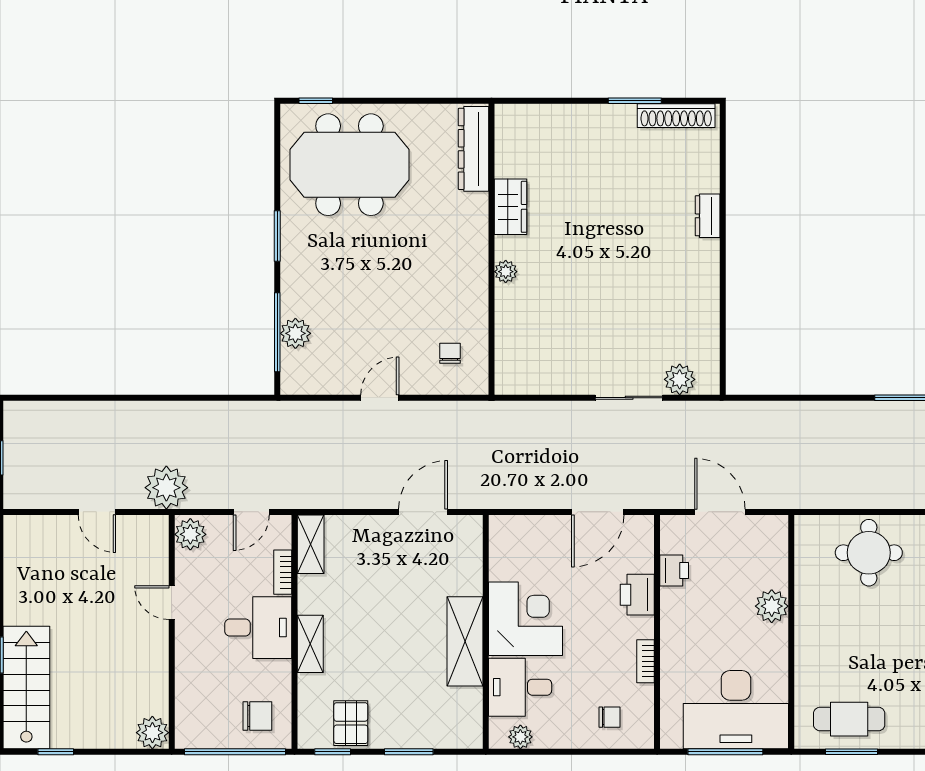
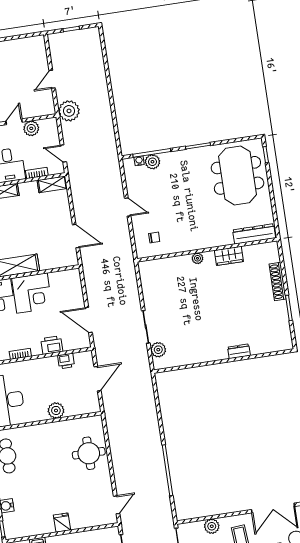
shoe rack: (676, 116) -> (278, 281), moved
water cooler: (289, 360) -> (139, 161), added
plant: (190, 534) -> (31, 128), moved

